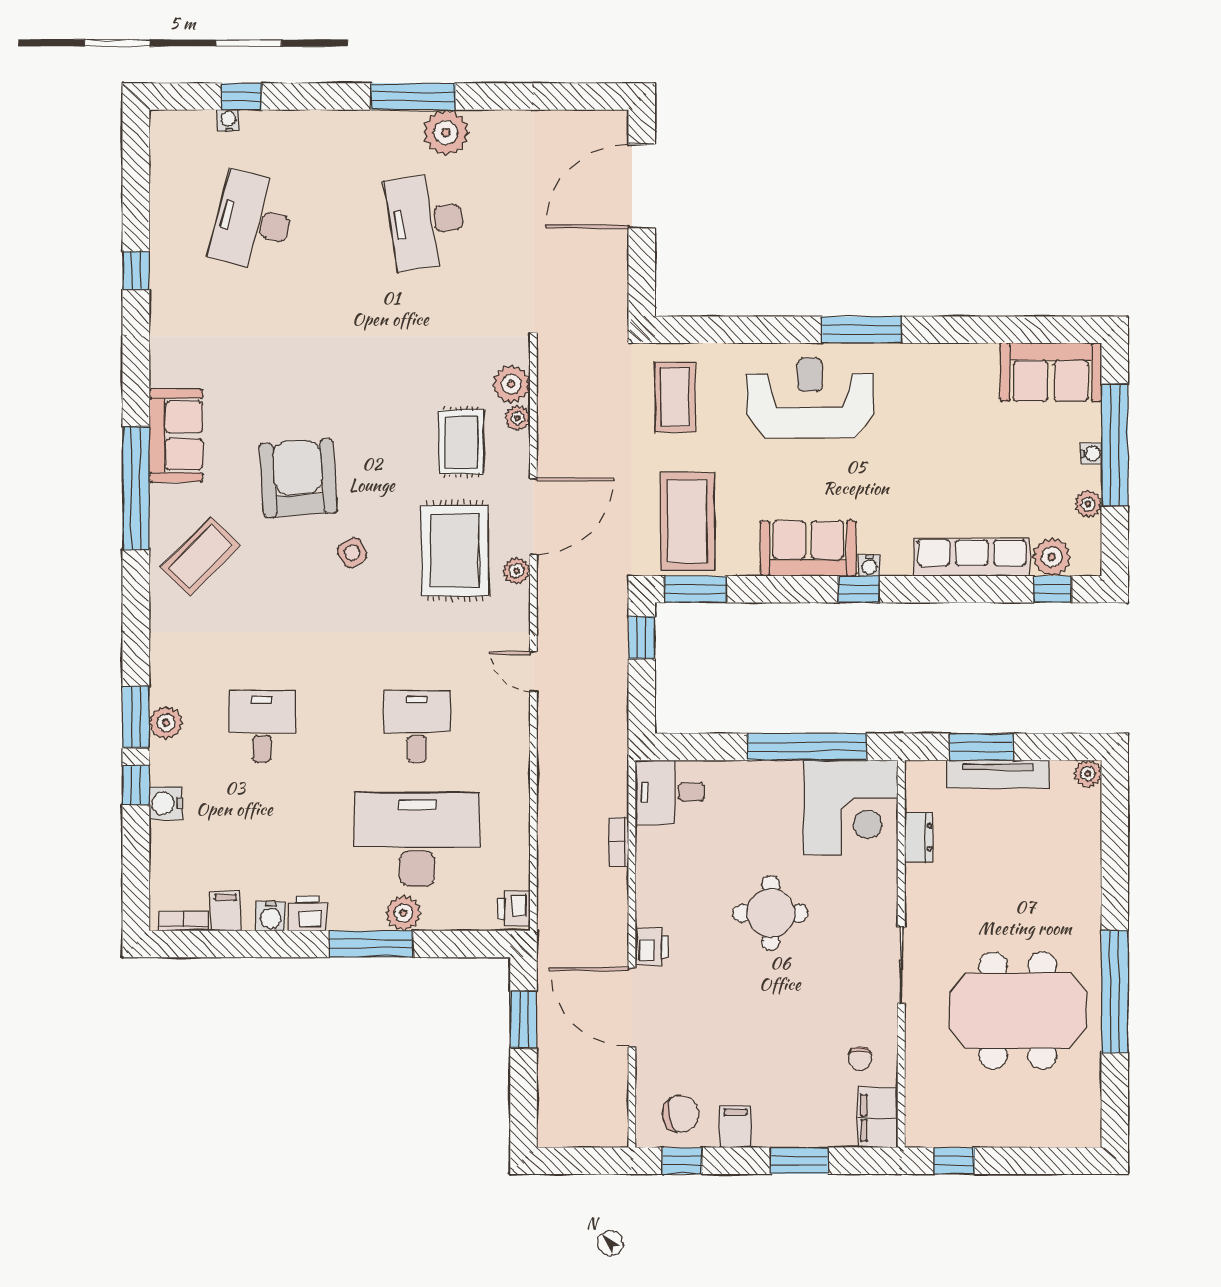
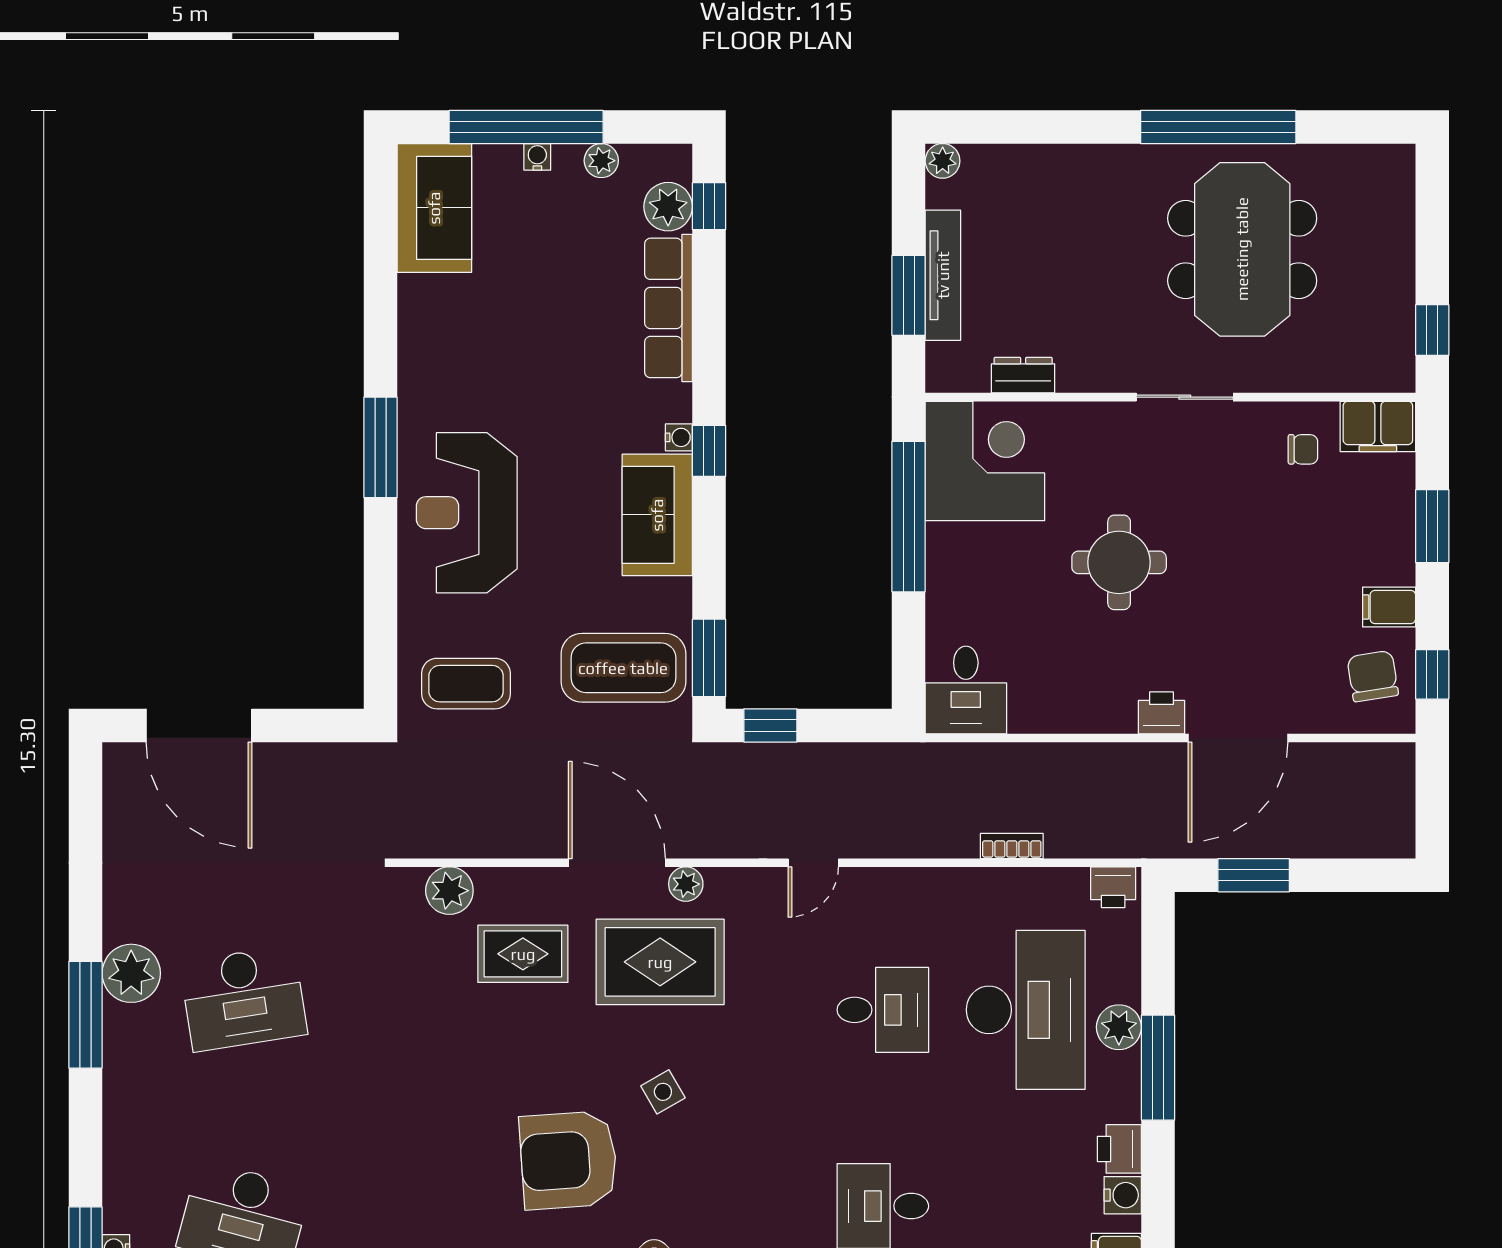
plant: (517, 418) -> (493, 883), removed
desk: (417, 727) -> (883, 1010), turned 180
desk: (417, 839) -> (1026, 1010), turned 180
bookcase: (619, 842) -> (1012, 846), moved, turned 180

